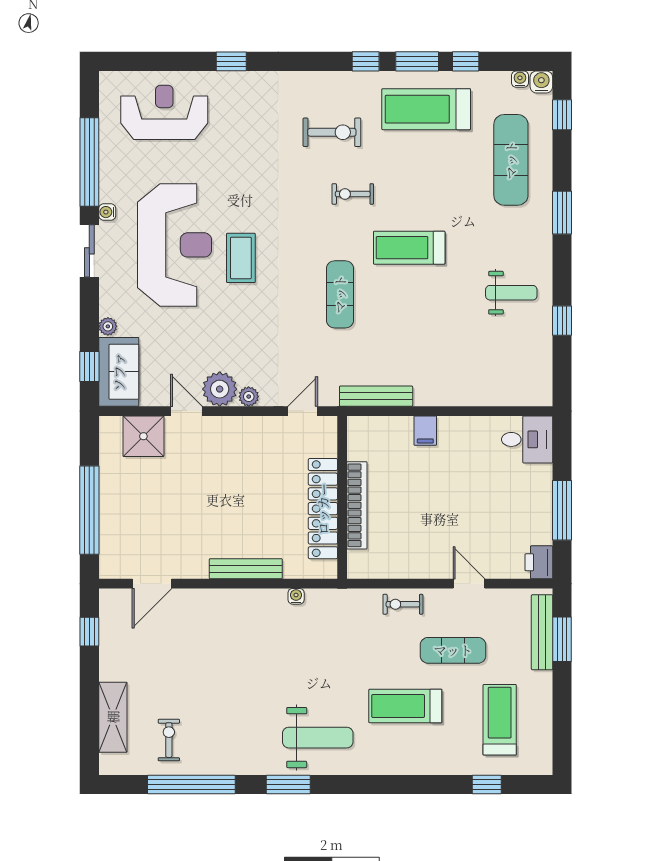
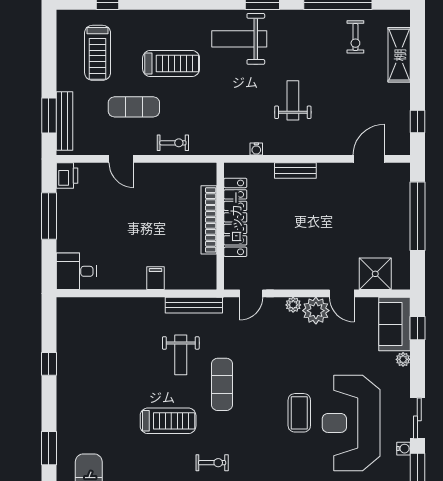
weight bench: (511, 293) -> (181, 355), moved, turned -90
bench: (246, 569) -> (295, 171), width x0.73
weight bench: (249, 659) -> (293, 100), added

